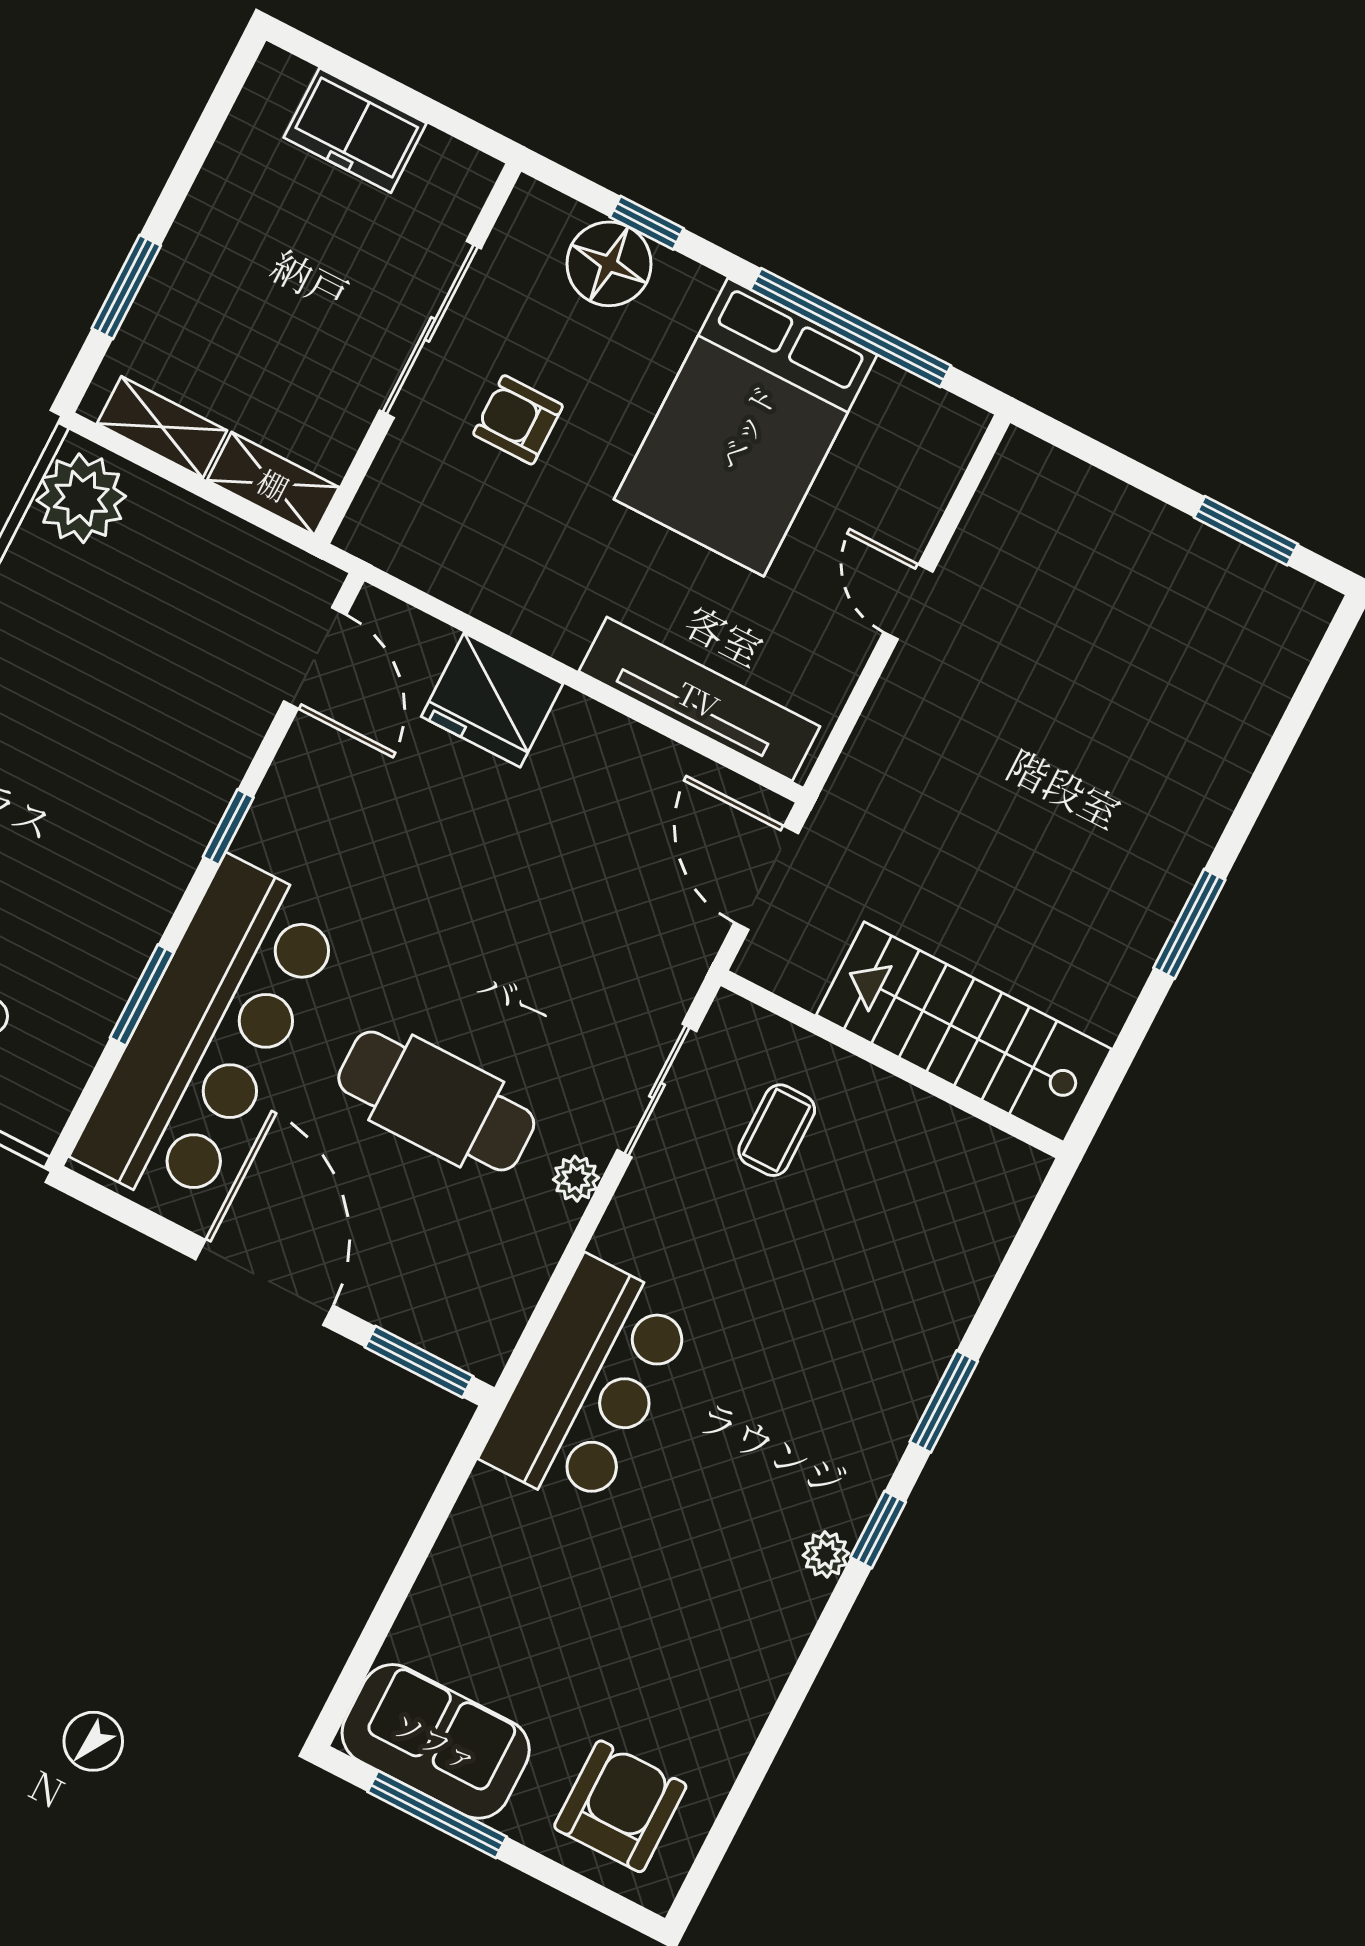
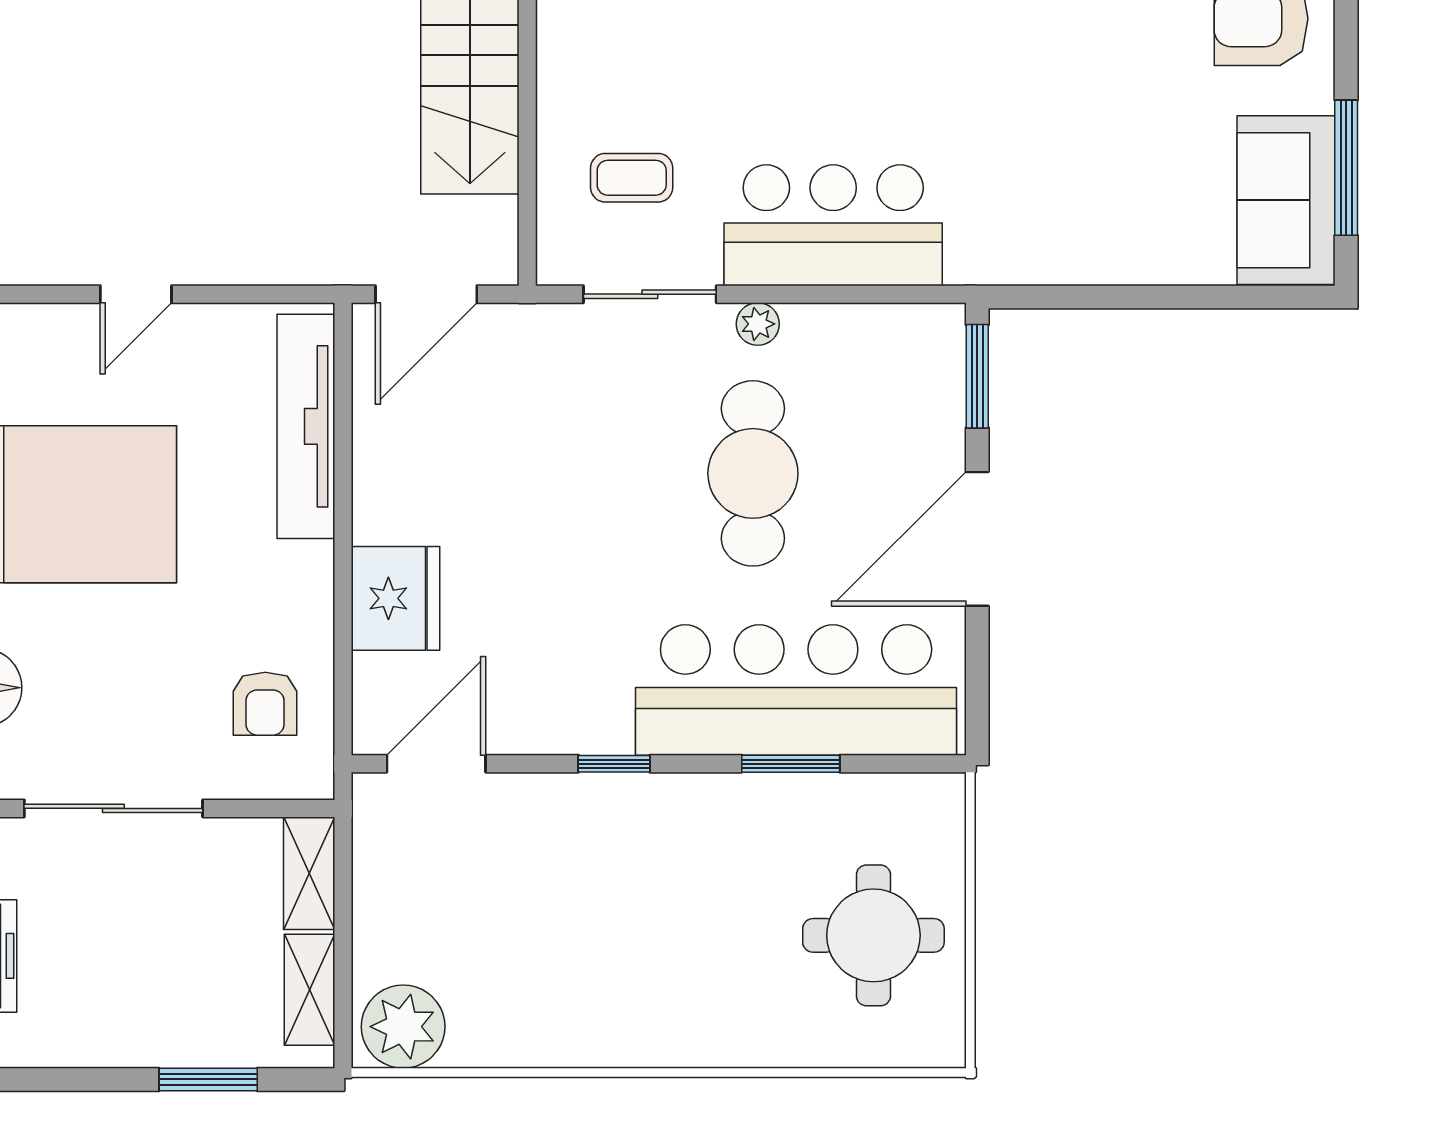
armchair: (518, 420) -> (265, 704), moved
bar counter: (589, 1385) -> (833, 225), moved

